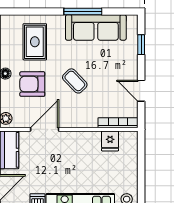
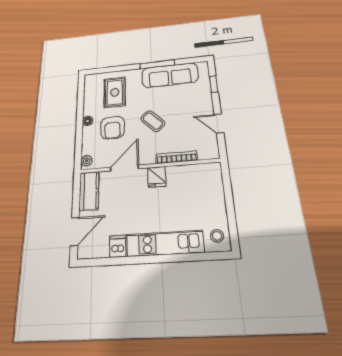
armchair: (32, 84) -> (112, 128), turned -91
bookcase: (118, 123) -> (176, 157), moved
fridge: (110, 141) -> (157, 177), moved

